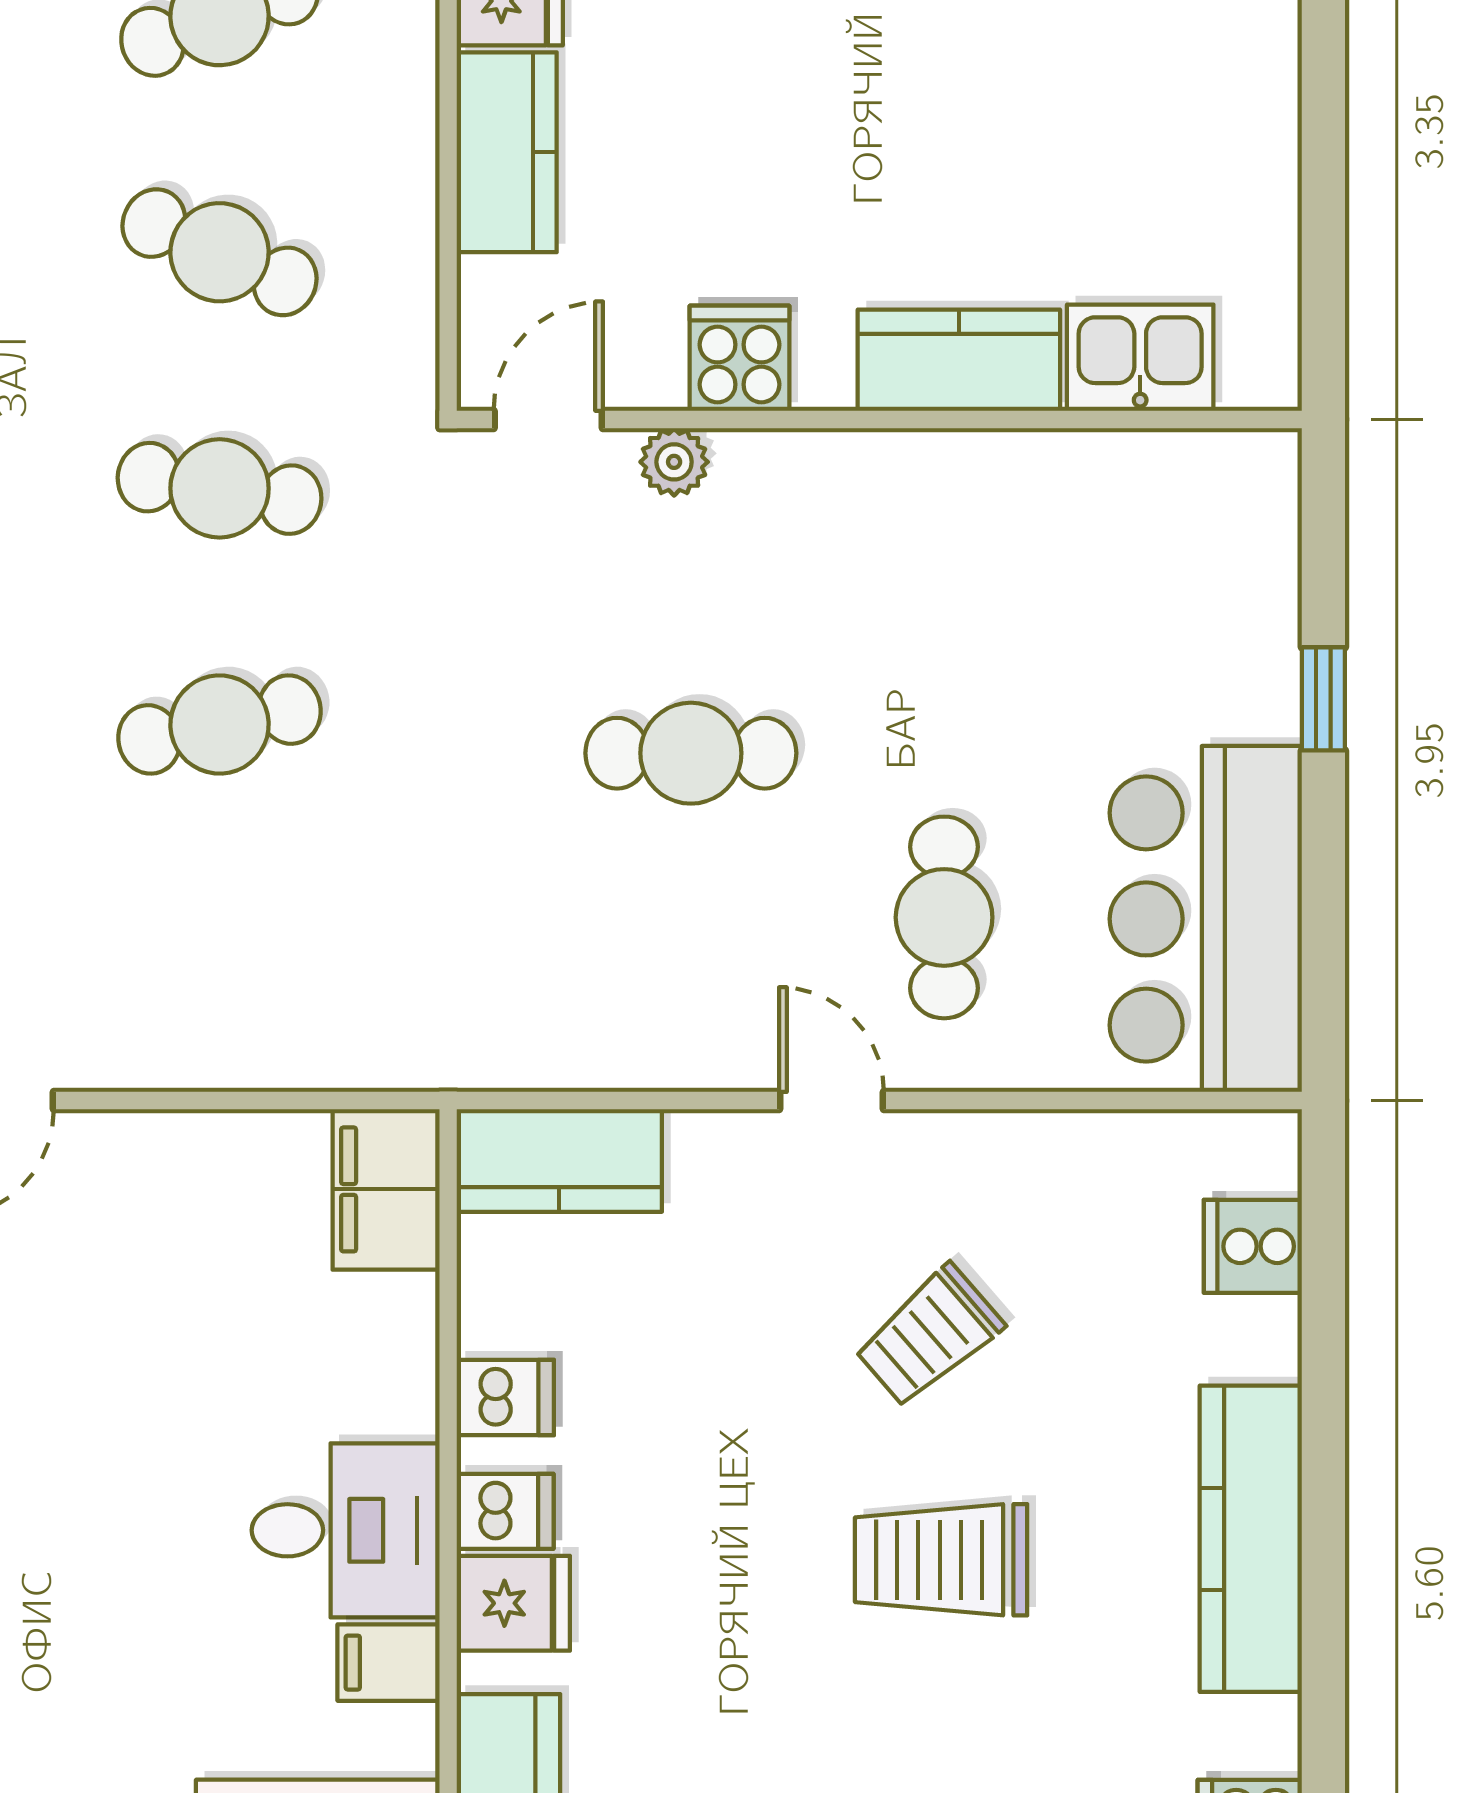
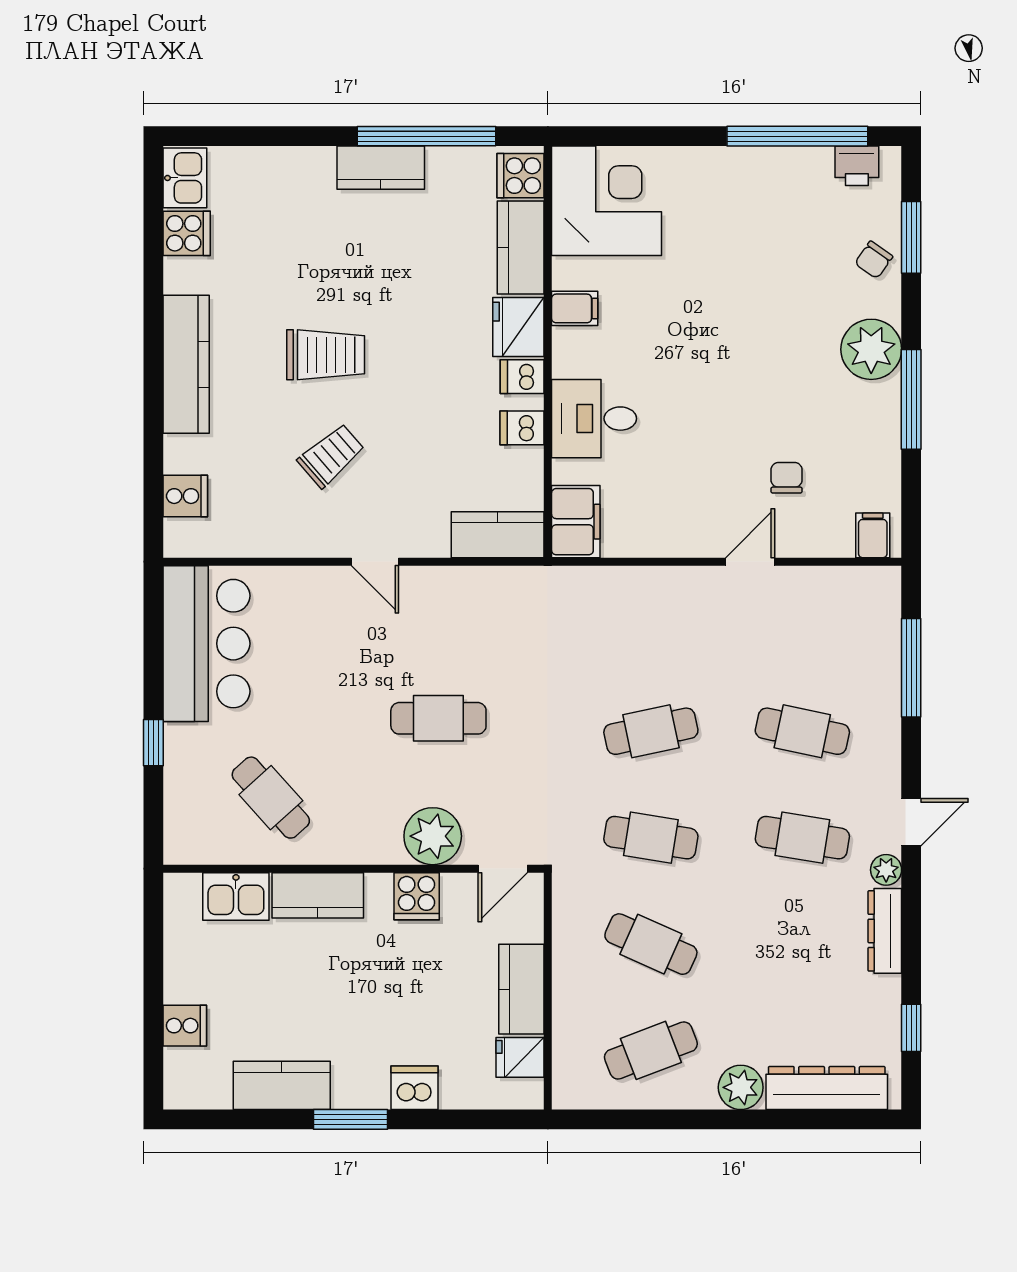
cooker: (1254, 71) -> (185, 1026), added
plant: (674, 462) -> (433, 836), width x1.87, depth x1.87
cafe table: (944, 917) -> (271, 798), moved, turned -42
desk: (346, 1530) -> (594, 419), moved
fridge: (513, 1603) -> (518, 327), width x1.38

